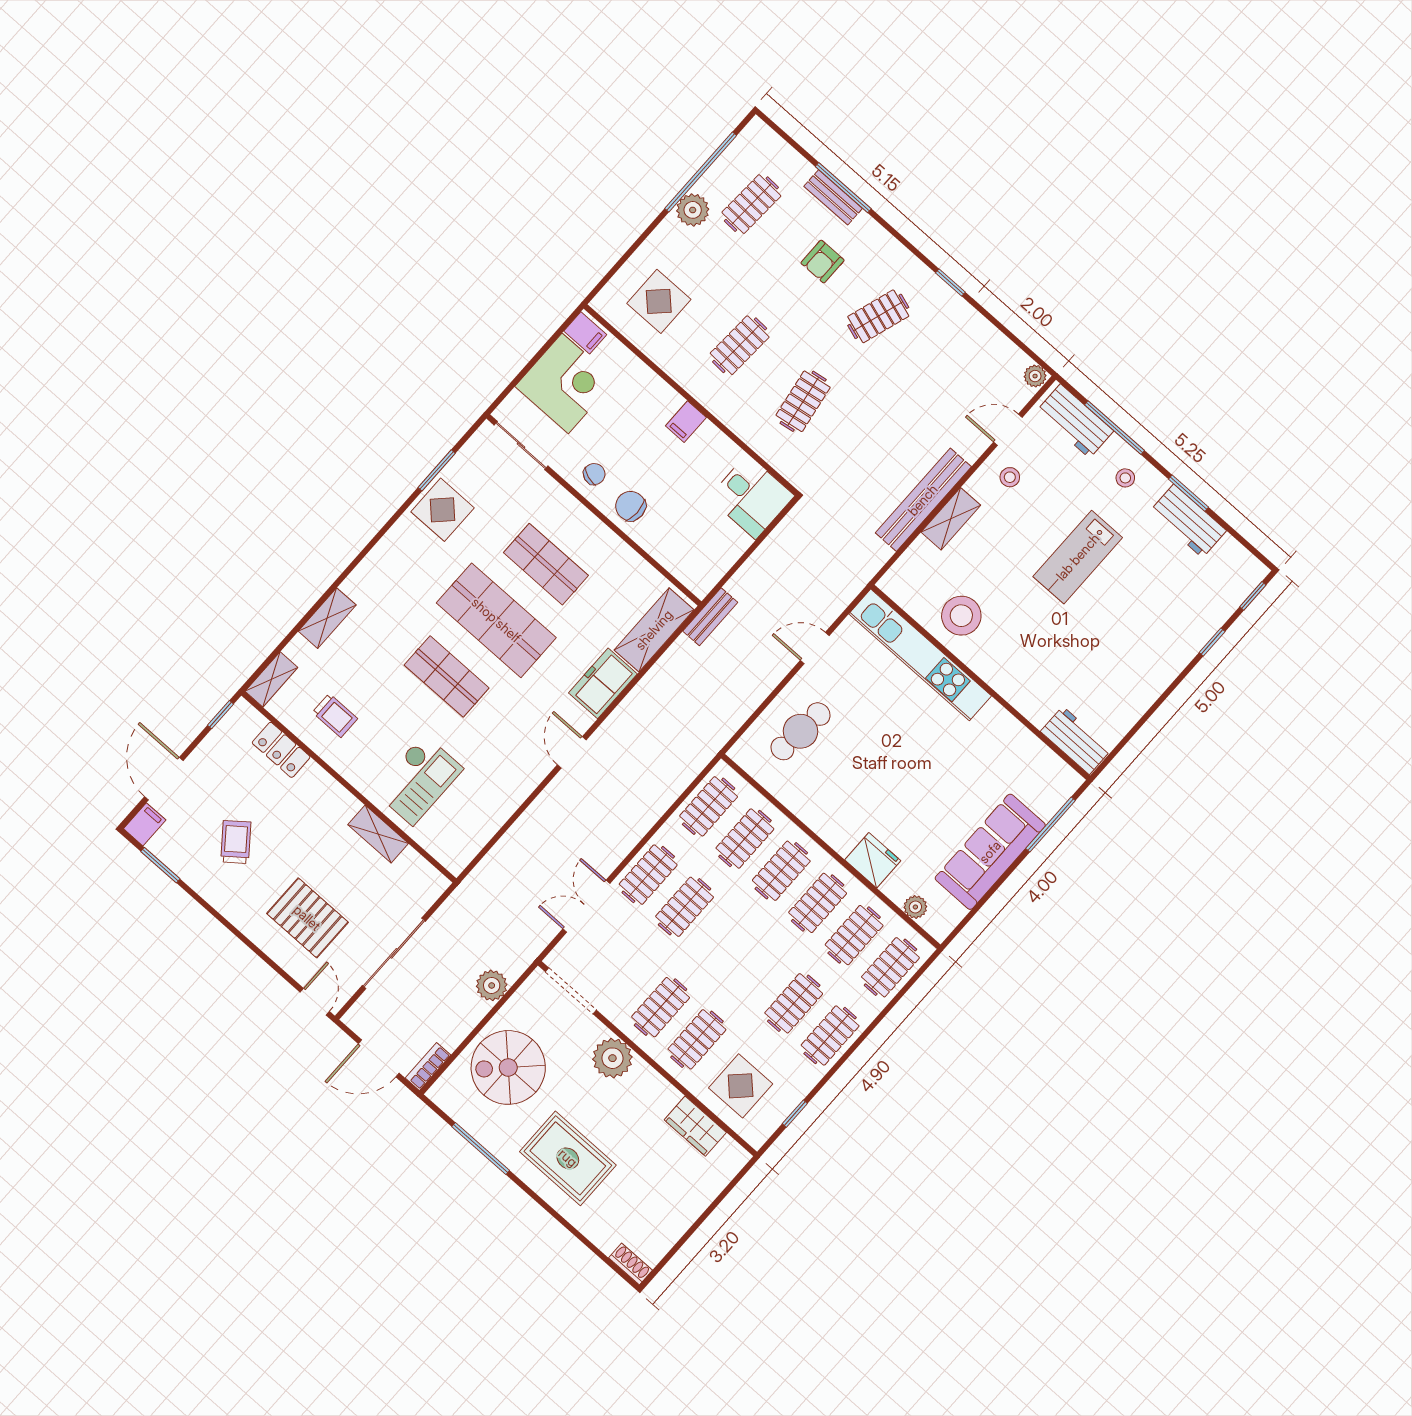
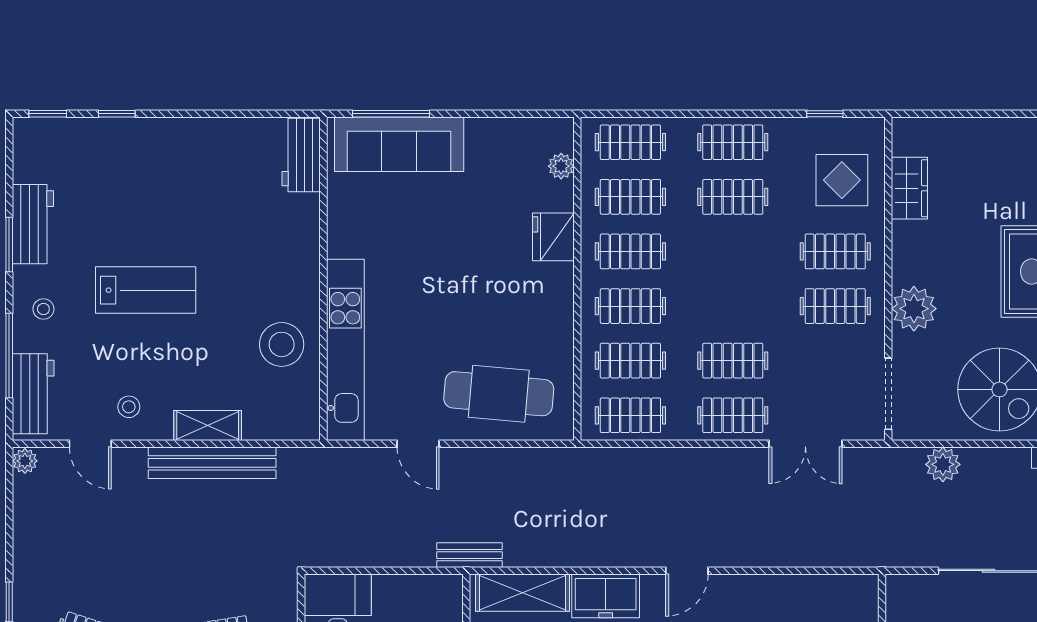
cafe table: (800, 731) -> (499, 394), width x1.37, depth x1.35
sofa: (990, 852) -> (399, 144), moved

